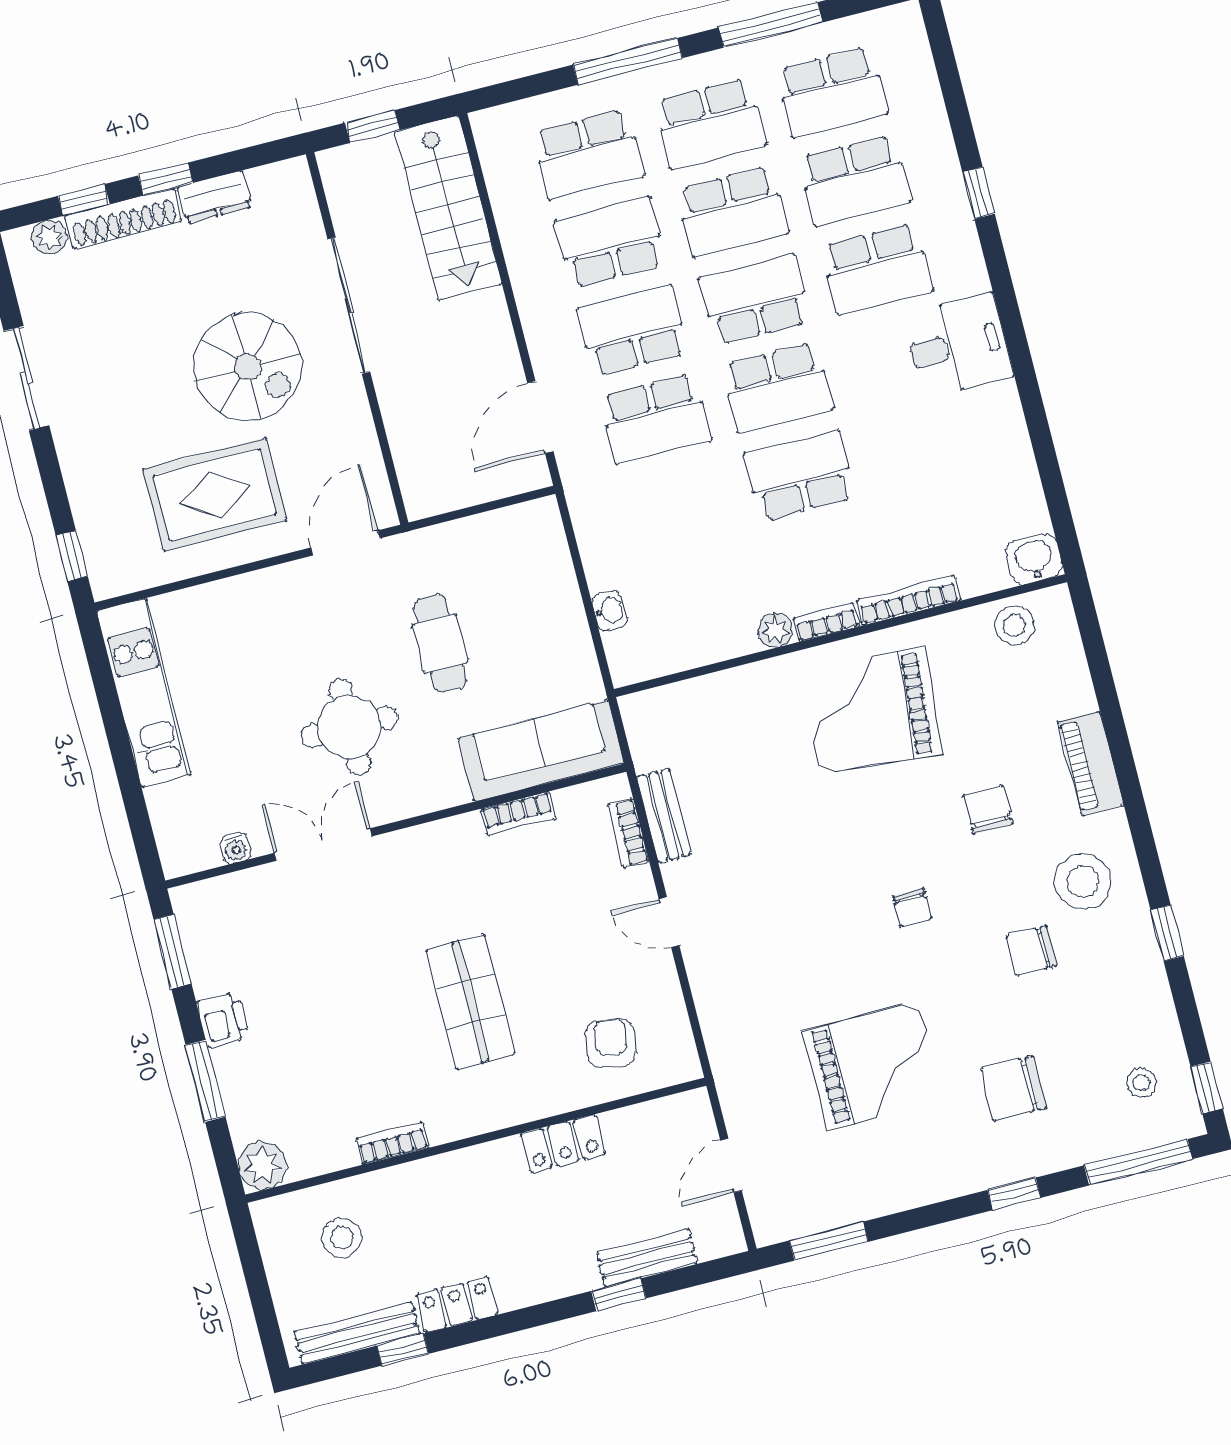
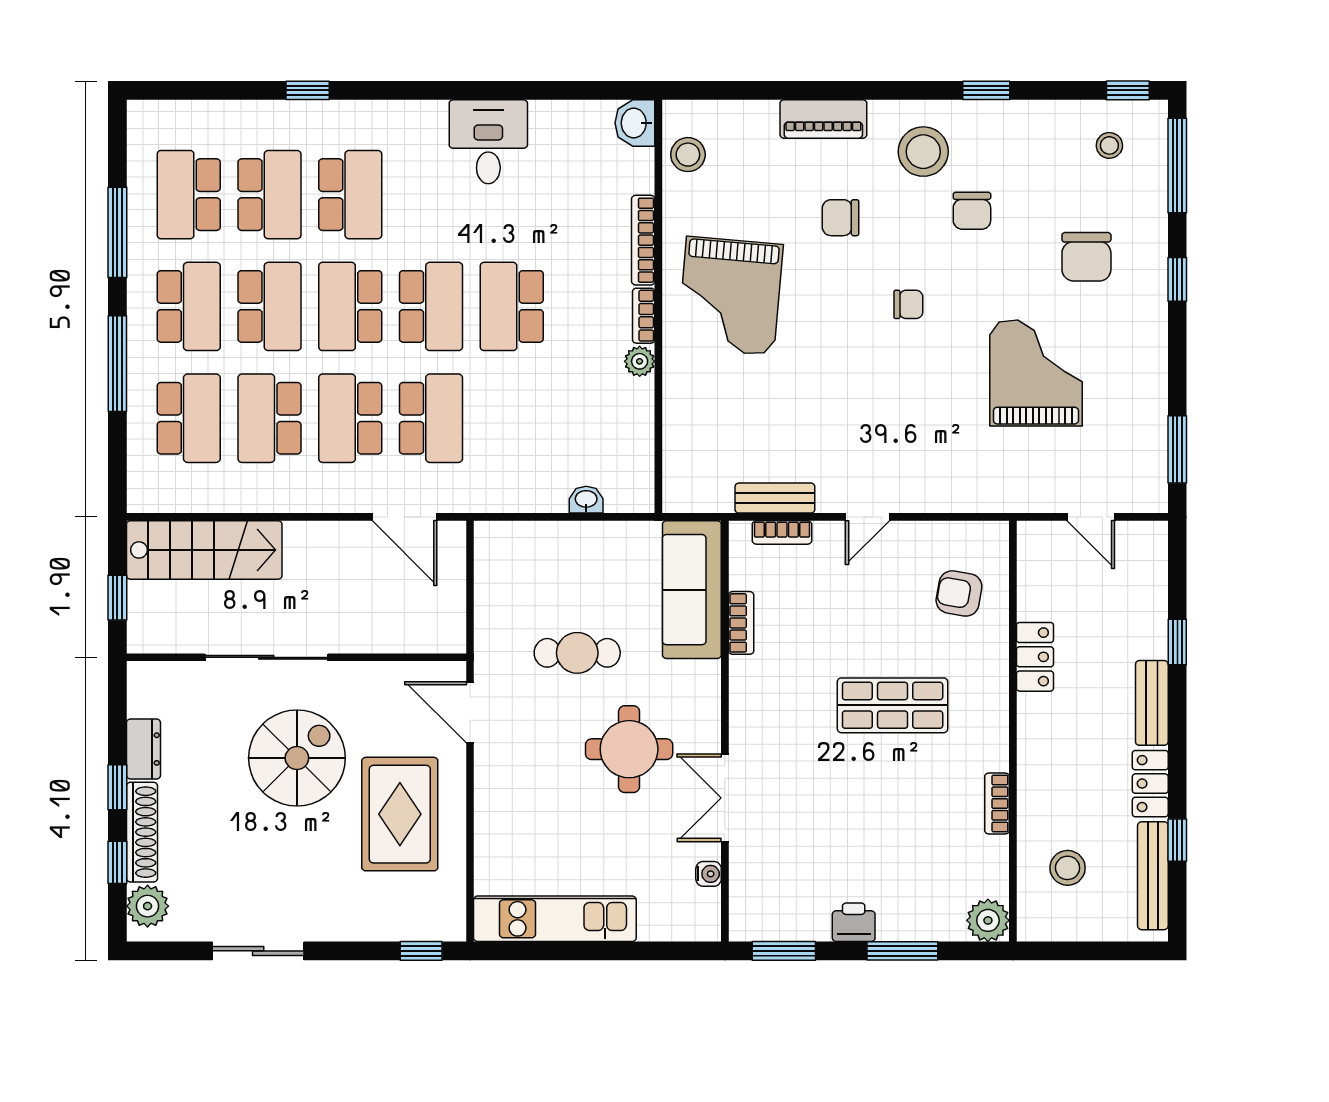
school desk: (832, 92) -> (189, 195), turned 180
plant: (49, 237) -> (148, 906), width x1.38, depth x1.38
desk: (958, 345) -> (488, 142), moved
bench: (647, 1258) -> (1152, 703), moved

